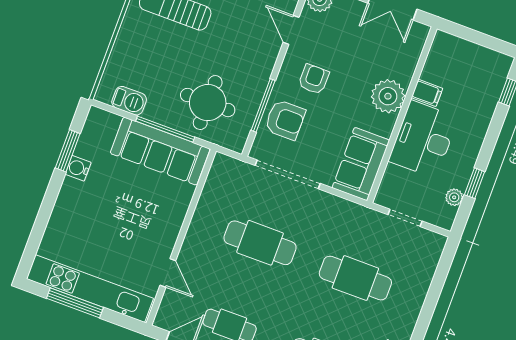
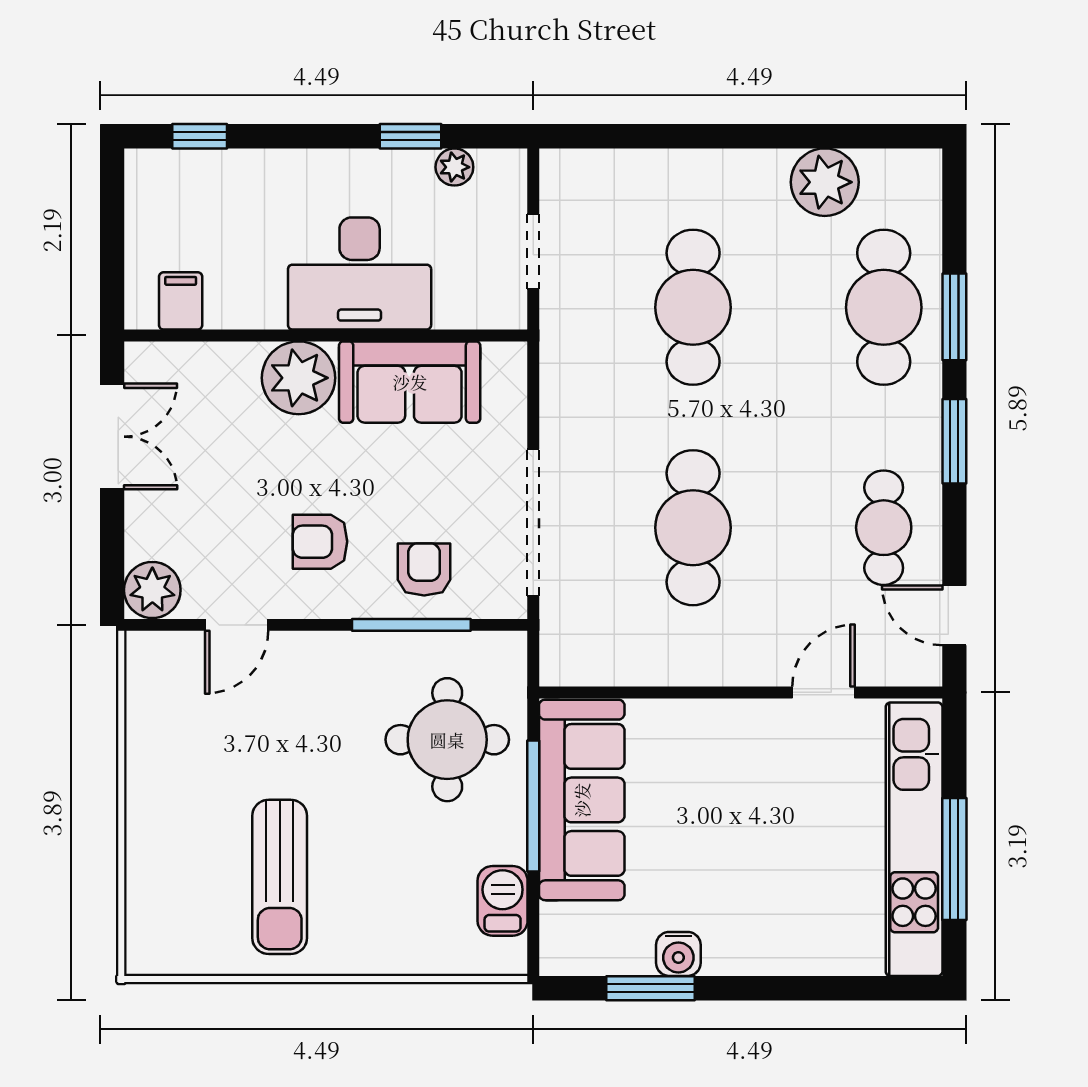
filing cabinet: (427, 93) -> (181, 301), moved
armchair: (285, 120) -> (424, 569), width x0.72, depth x0.72
sofa: (361, 164) -> (410, 382), moved

